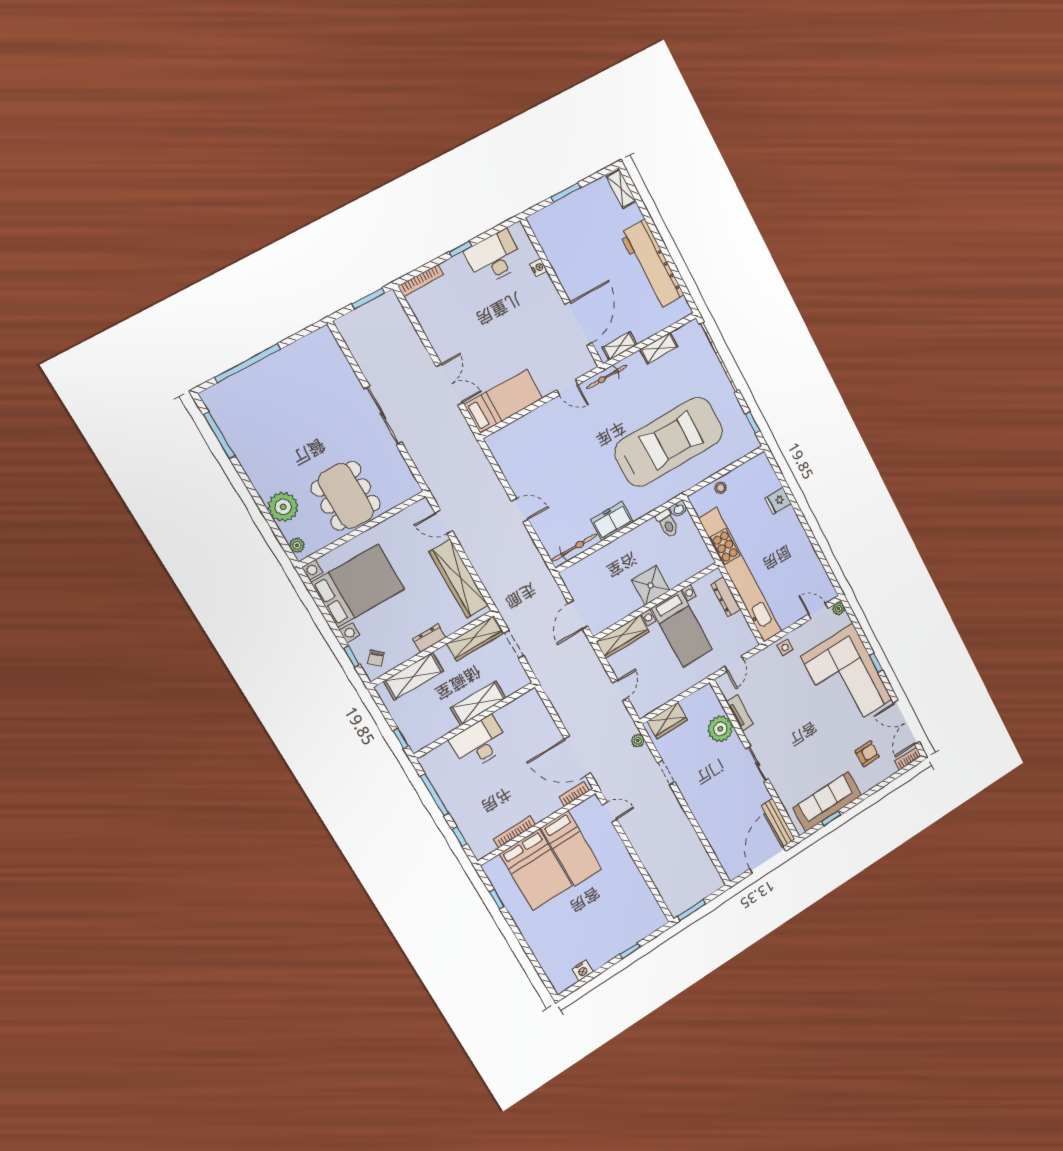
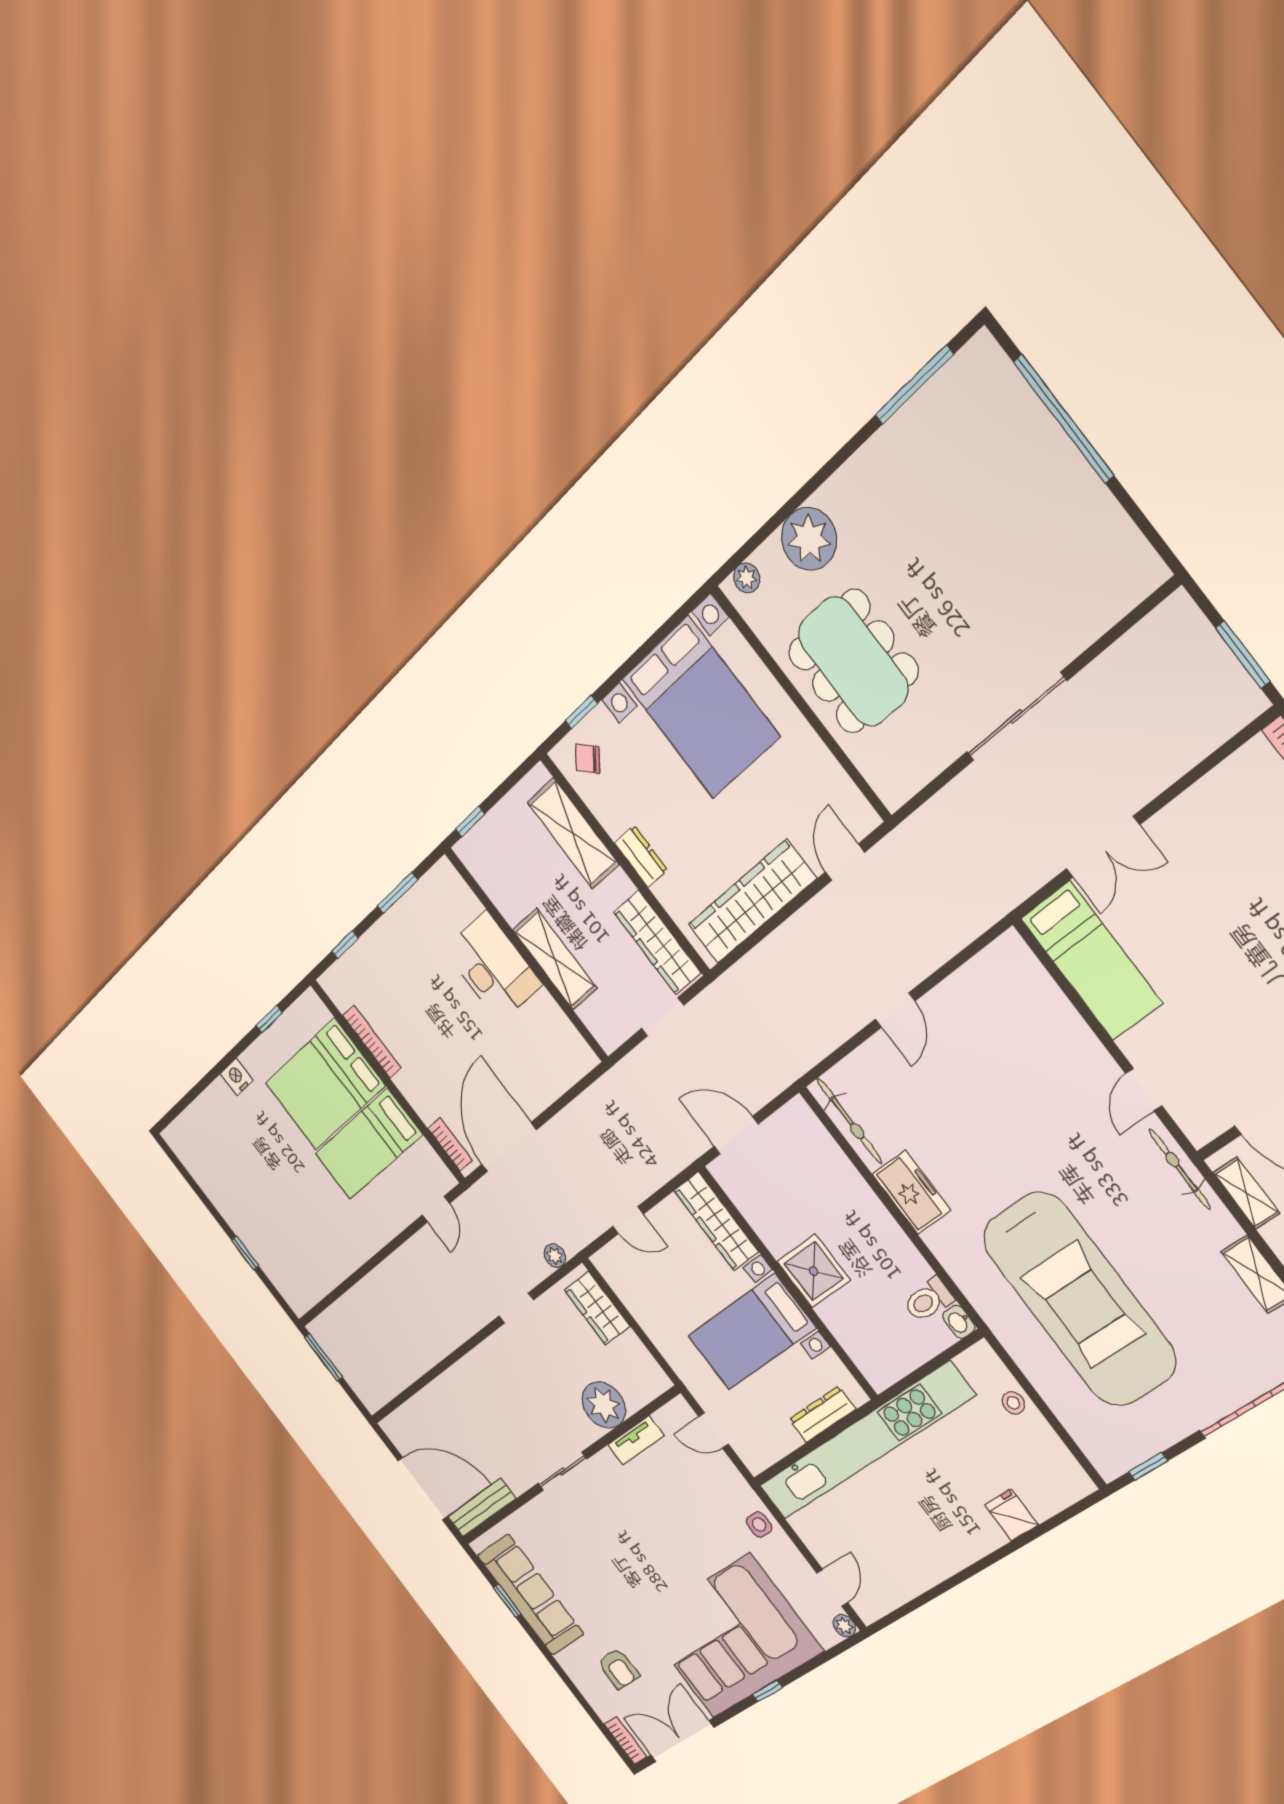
dining table: (346, 496) -> (853, 661), turned 90
window: (434, 795) -> (397, 893), width x0.69
nightstand: (582, 971) -> (237, 1077), moved, turned 90

